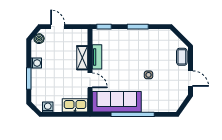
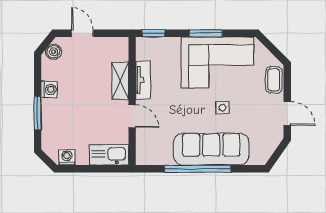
corner sofa: (145, 46) -> (217, 62), added
sofa: (117, 102) -> (211, 149), moved

